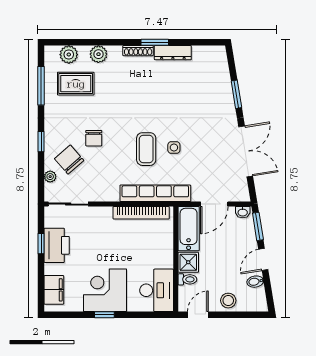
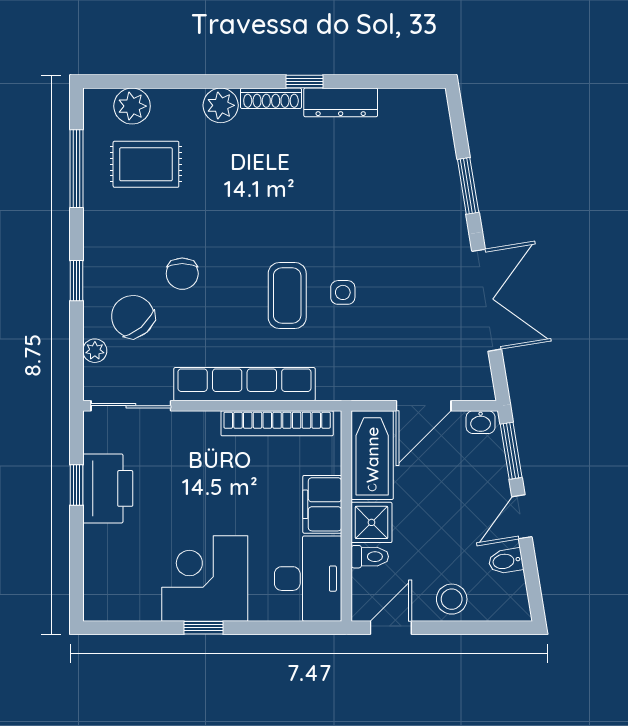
window: (155, 42) -> (304, 82), width x0.67
plant: (98, 54) -> (221, 105), moved
row of seats: (155, 193) -> (244, 384), moved
filing cabinet: (54, 290) -> (322, 504), moved, turned 180

